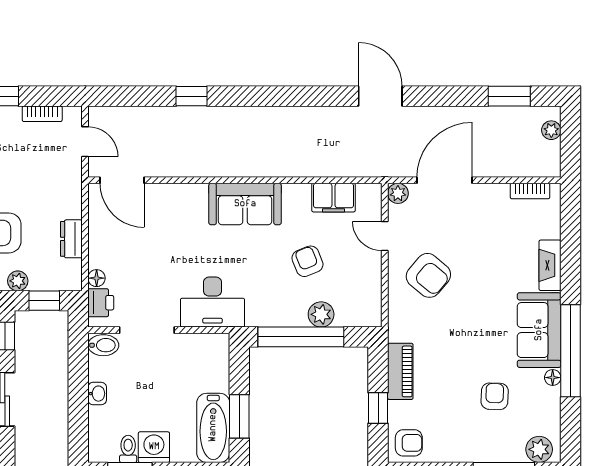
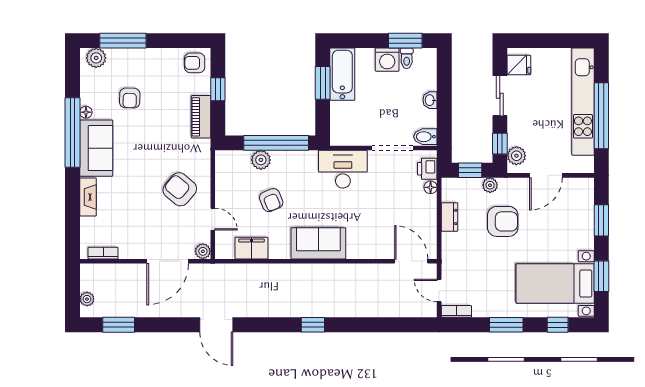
window: (192, 96) -> (313, 325), moved
bookcase: (42, 114) -> (456, 311), moved

